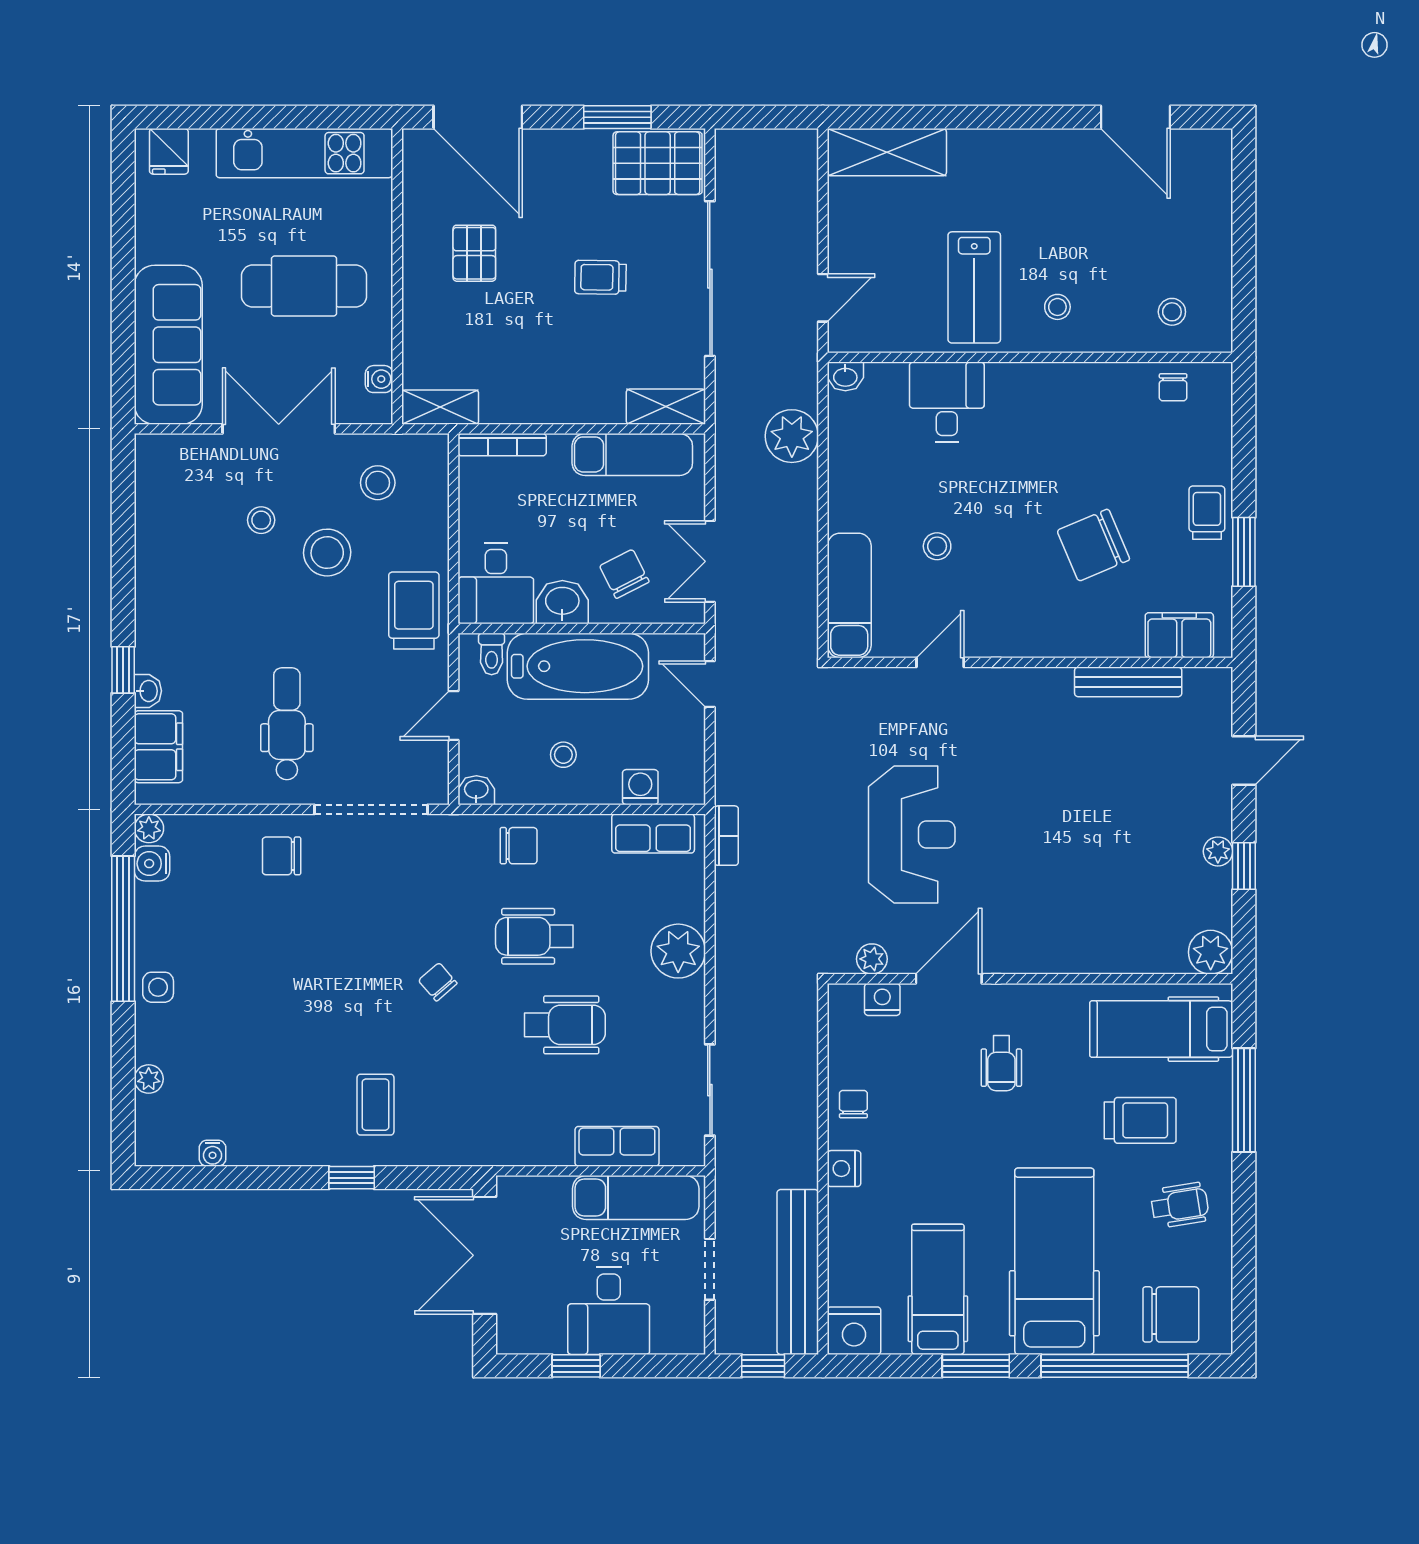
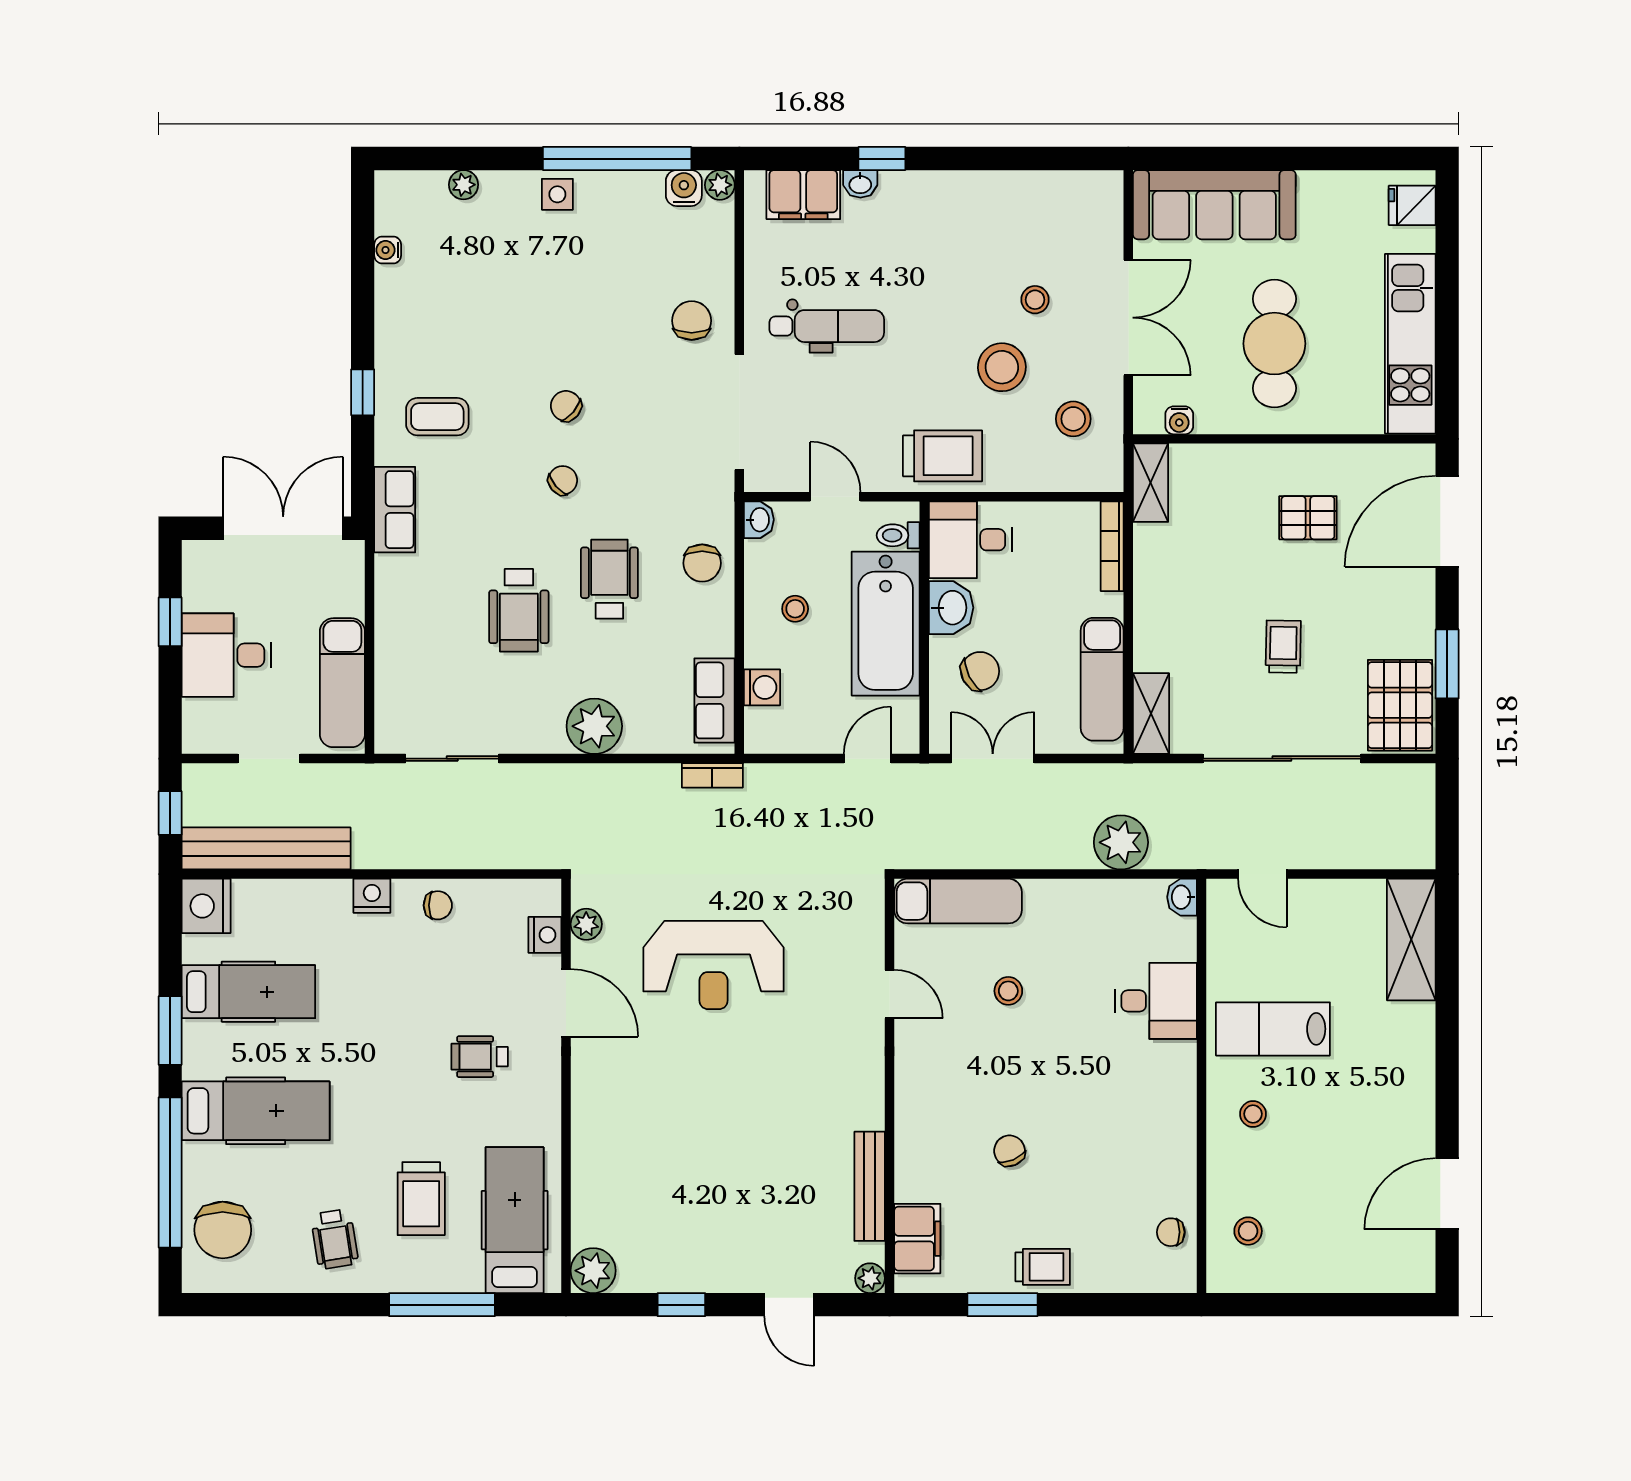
chair: (1093, 545) -> (1009, 1151), width x0.54, depth x0.54
plant: (1218, 851) -> (870, 1278), moved
chair: (365, 979) -> (566, 406), added
row of seats: (617, 1146) -> (395, 510), moved
hospital bed: (1054, 1261) -> (256, 1111), width x0.73, depth x0.78

